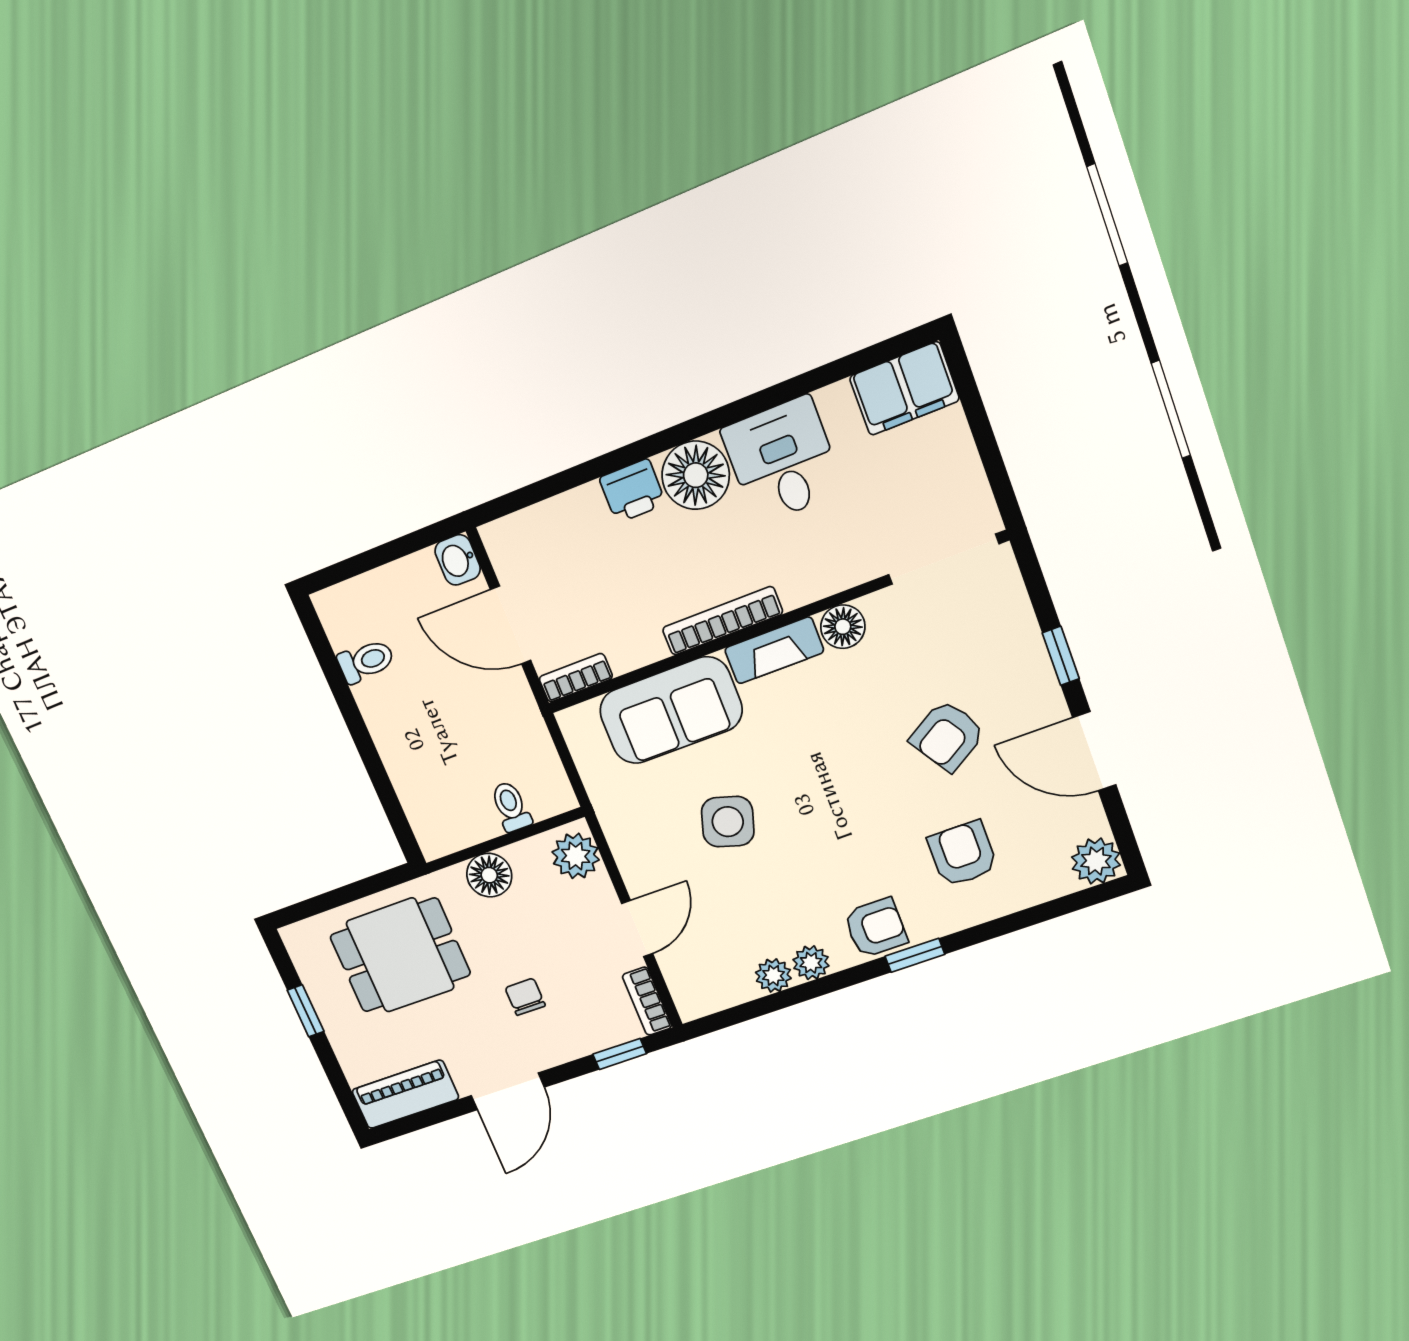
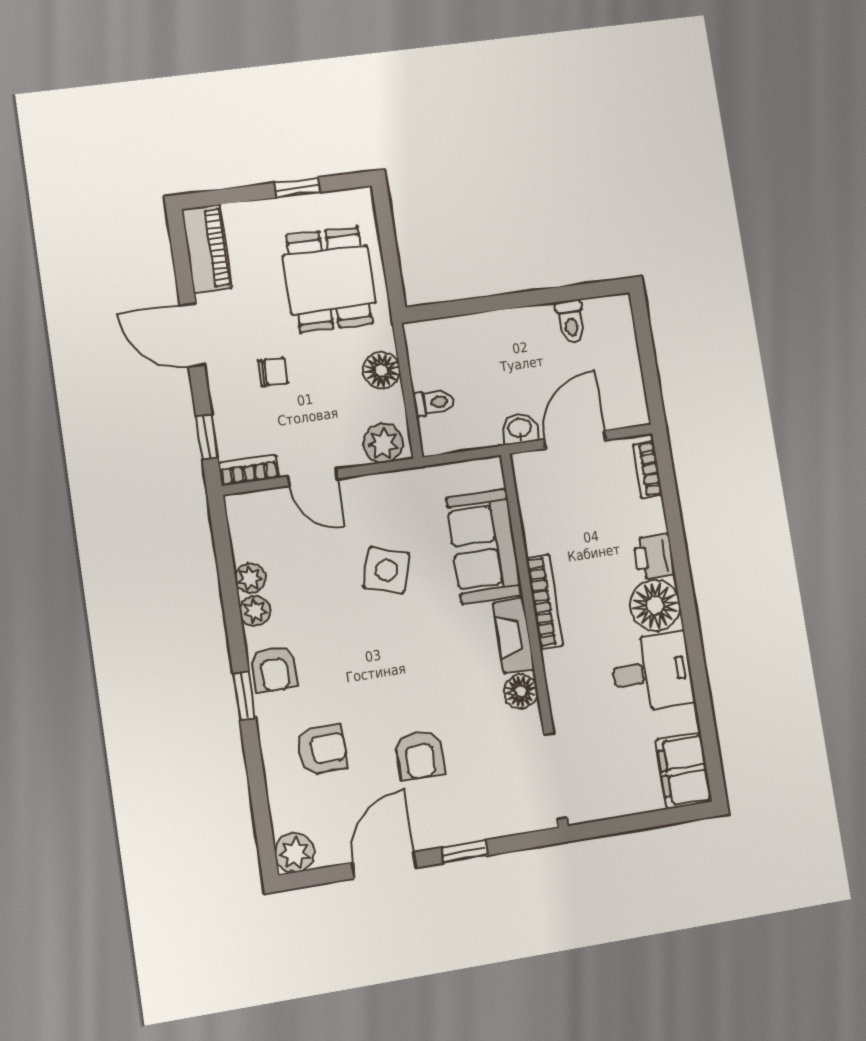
washbasin: (458, 560) -> (520, 429), moved
bookcase: (576, 678) -> (647, 470), moved, turned 180
armchair: (947, 736) -> (420, 755), turned -148

